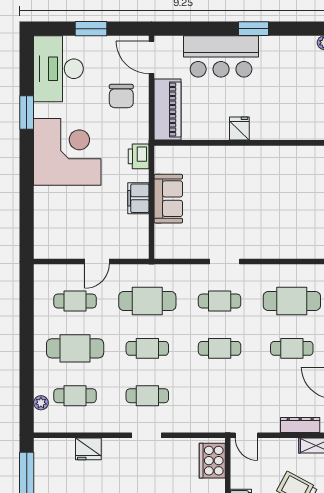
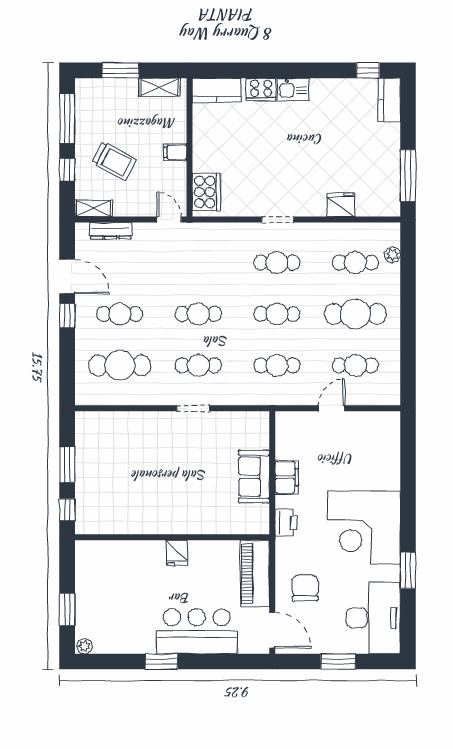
cafe table: (147, 301) -> (277, 365), width x0.73, depth x0.74

